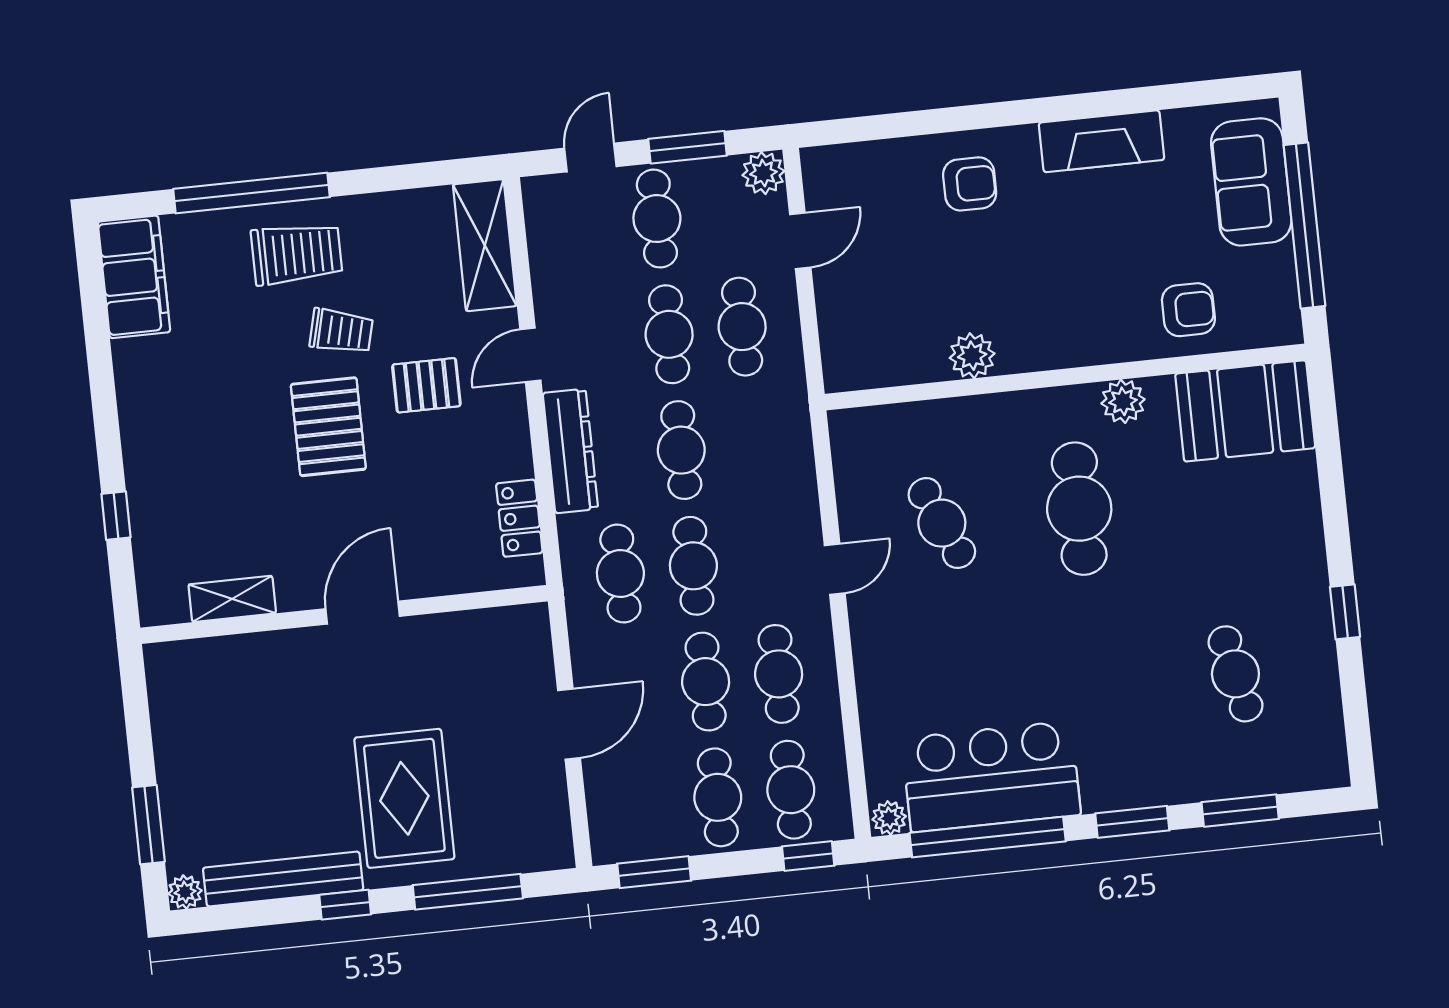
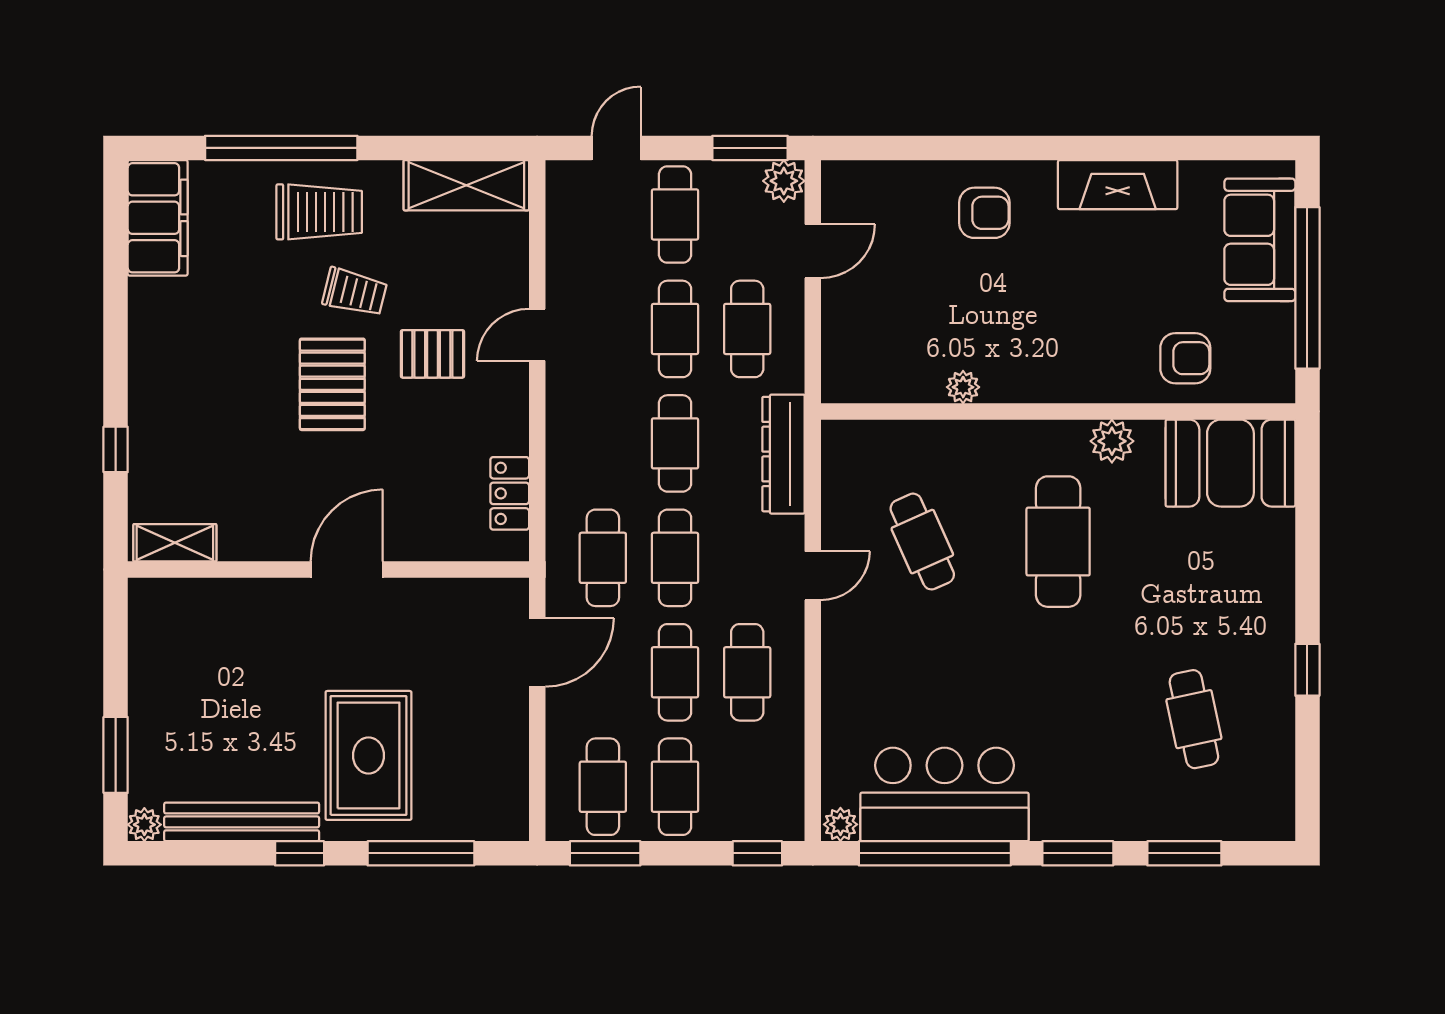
window: (687, 147) -> (750, 148), moved
shelving: (485, 245) -> (466, 185), moved, turned 90
plant: (972, 356) -> (963, 387), width x0.73, depth x0.73
dresser: (570, 451) -> (784, 454), moved, turned 180
shelving: (232, 599) -> (175, 543), moved
door: (569, 724) -> (537, 652), moved
cafe table: (791, 790) -> (603, 787), moved

